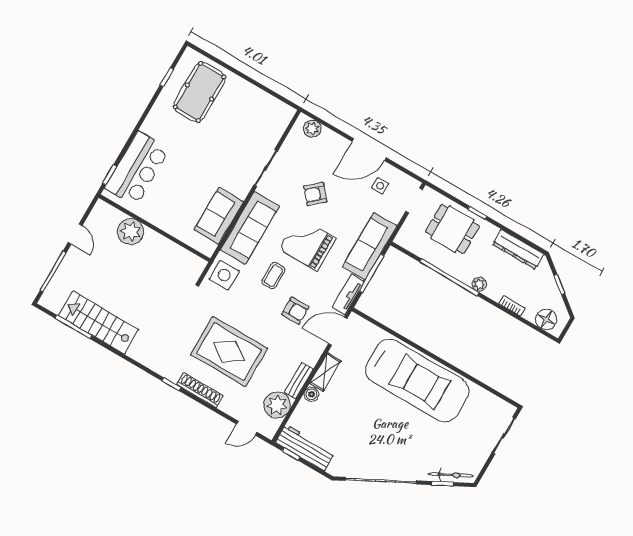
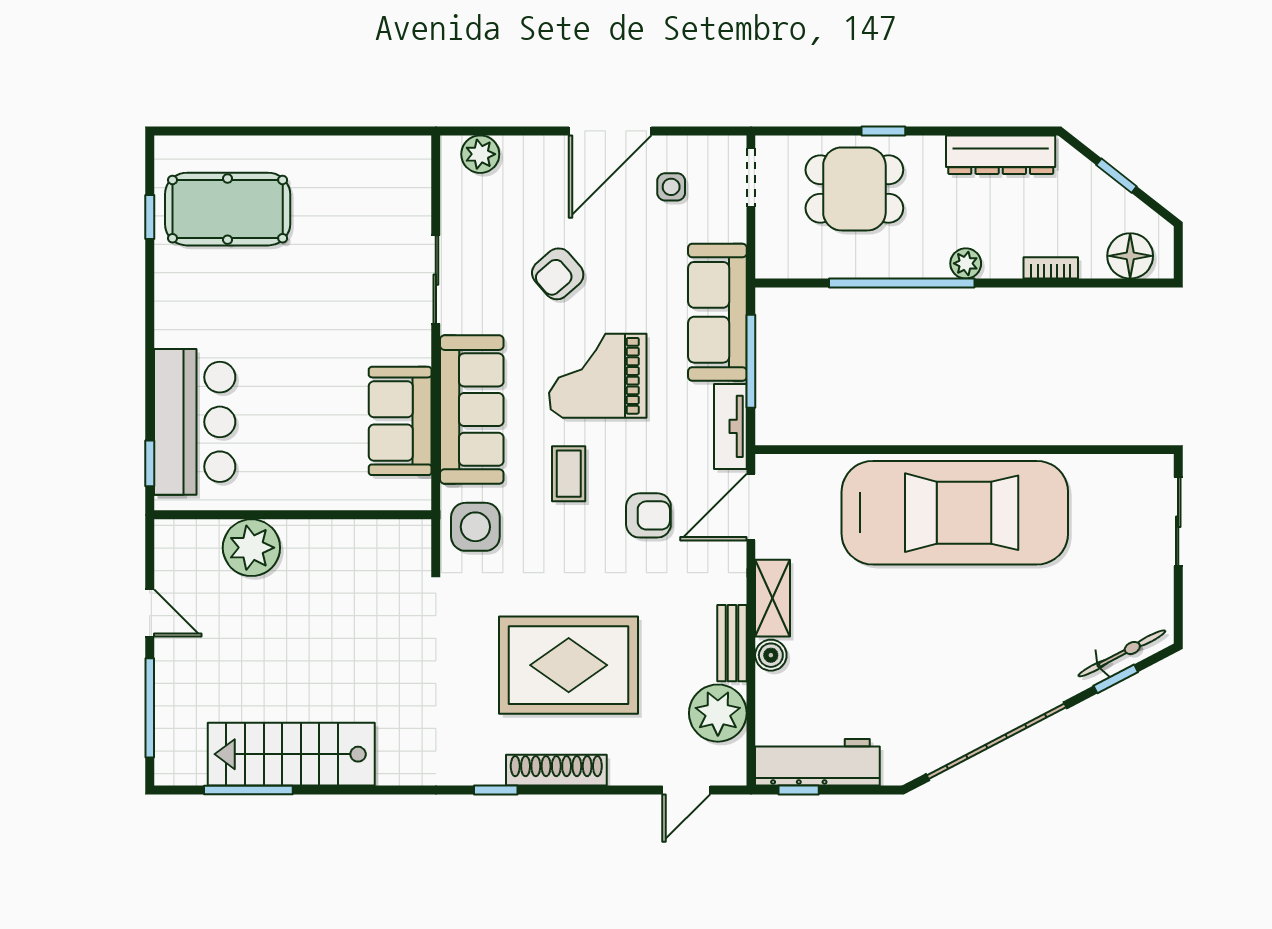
pool table: (199, 92) -> (228, 209), turned 90

